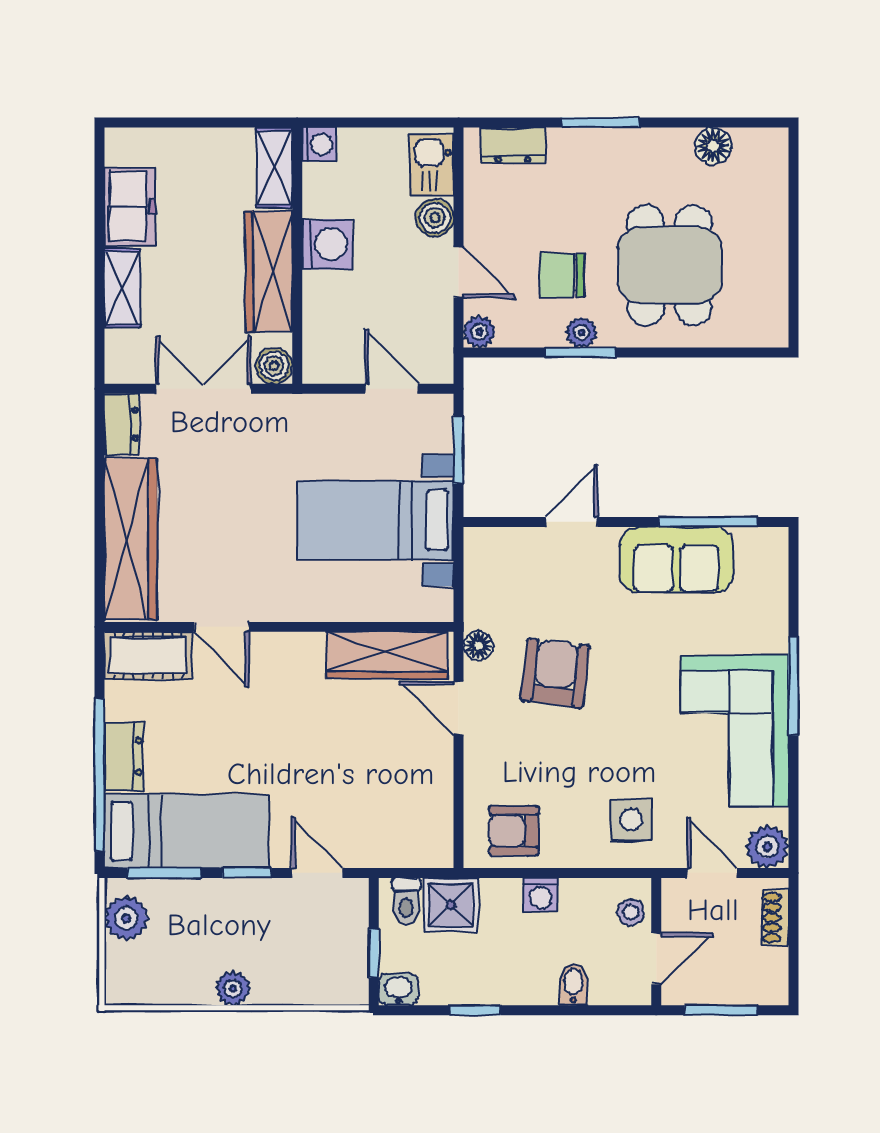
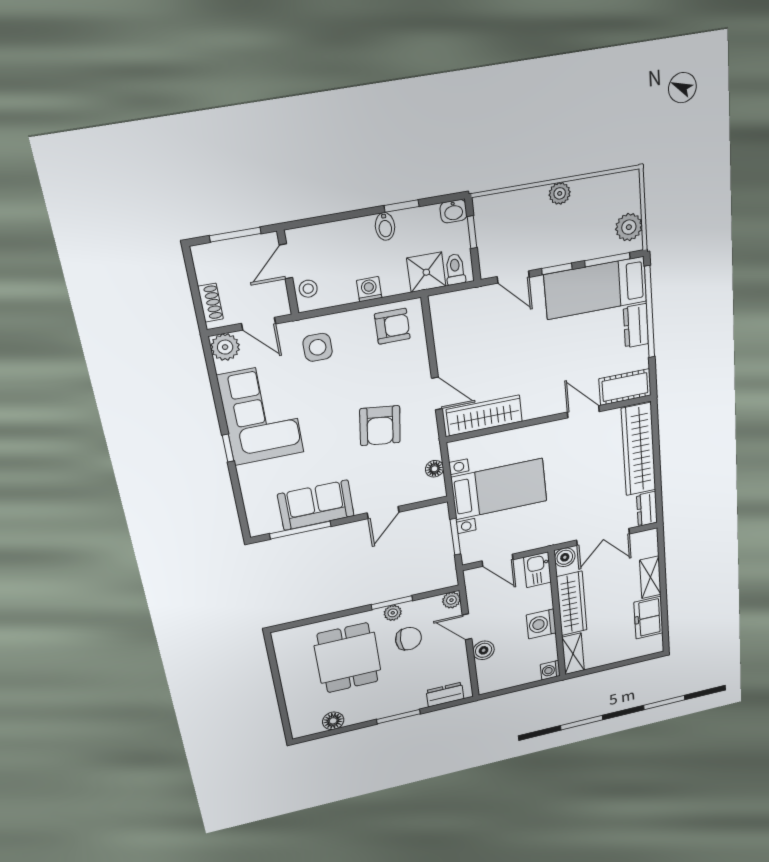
kitchen sink: (432, 165) -> (538, 570), moved, turned 180
floor lamp: (478, 646) -> (434, 469), moved
window: (793, 686) -> (228, 448), width x0.46
bidet: (573, 985) -> (385, 226), moved

